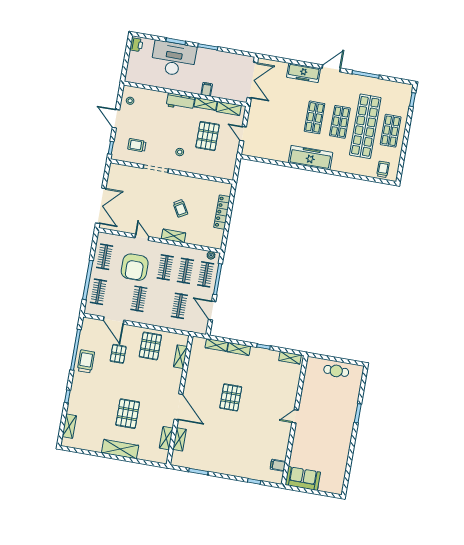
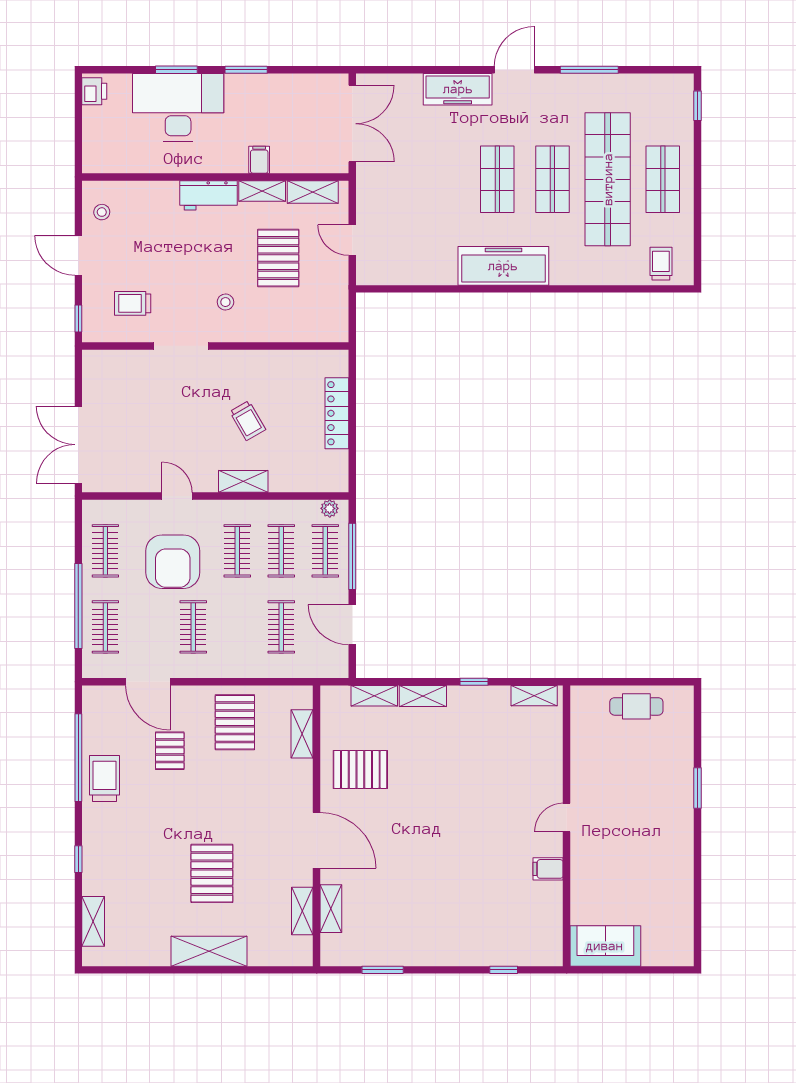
double door: (101, 206) -> (78, 445), swing flipped
pallet: (231, 397) -> (360, 769), moved, turned 90
filing cabinet: (278, 465) -> (548, 869), moved

